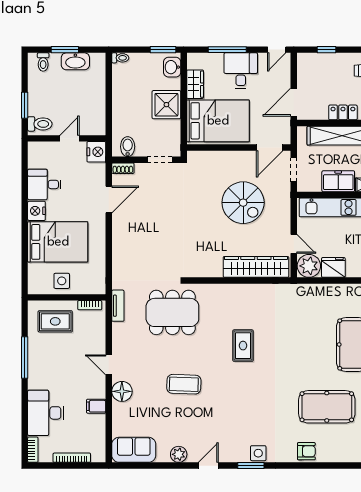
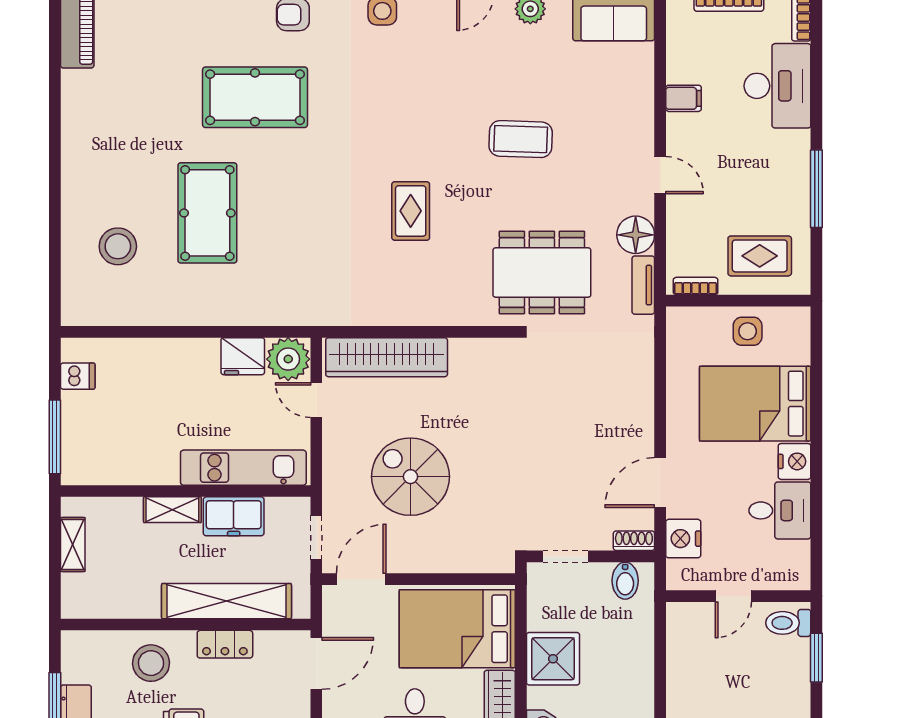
nightstand: (96, 152) -> (683, 539), moved
floor lamp: (122, 391) -> (636, 235), moved

